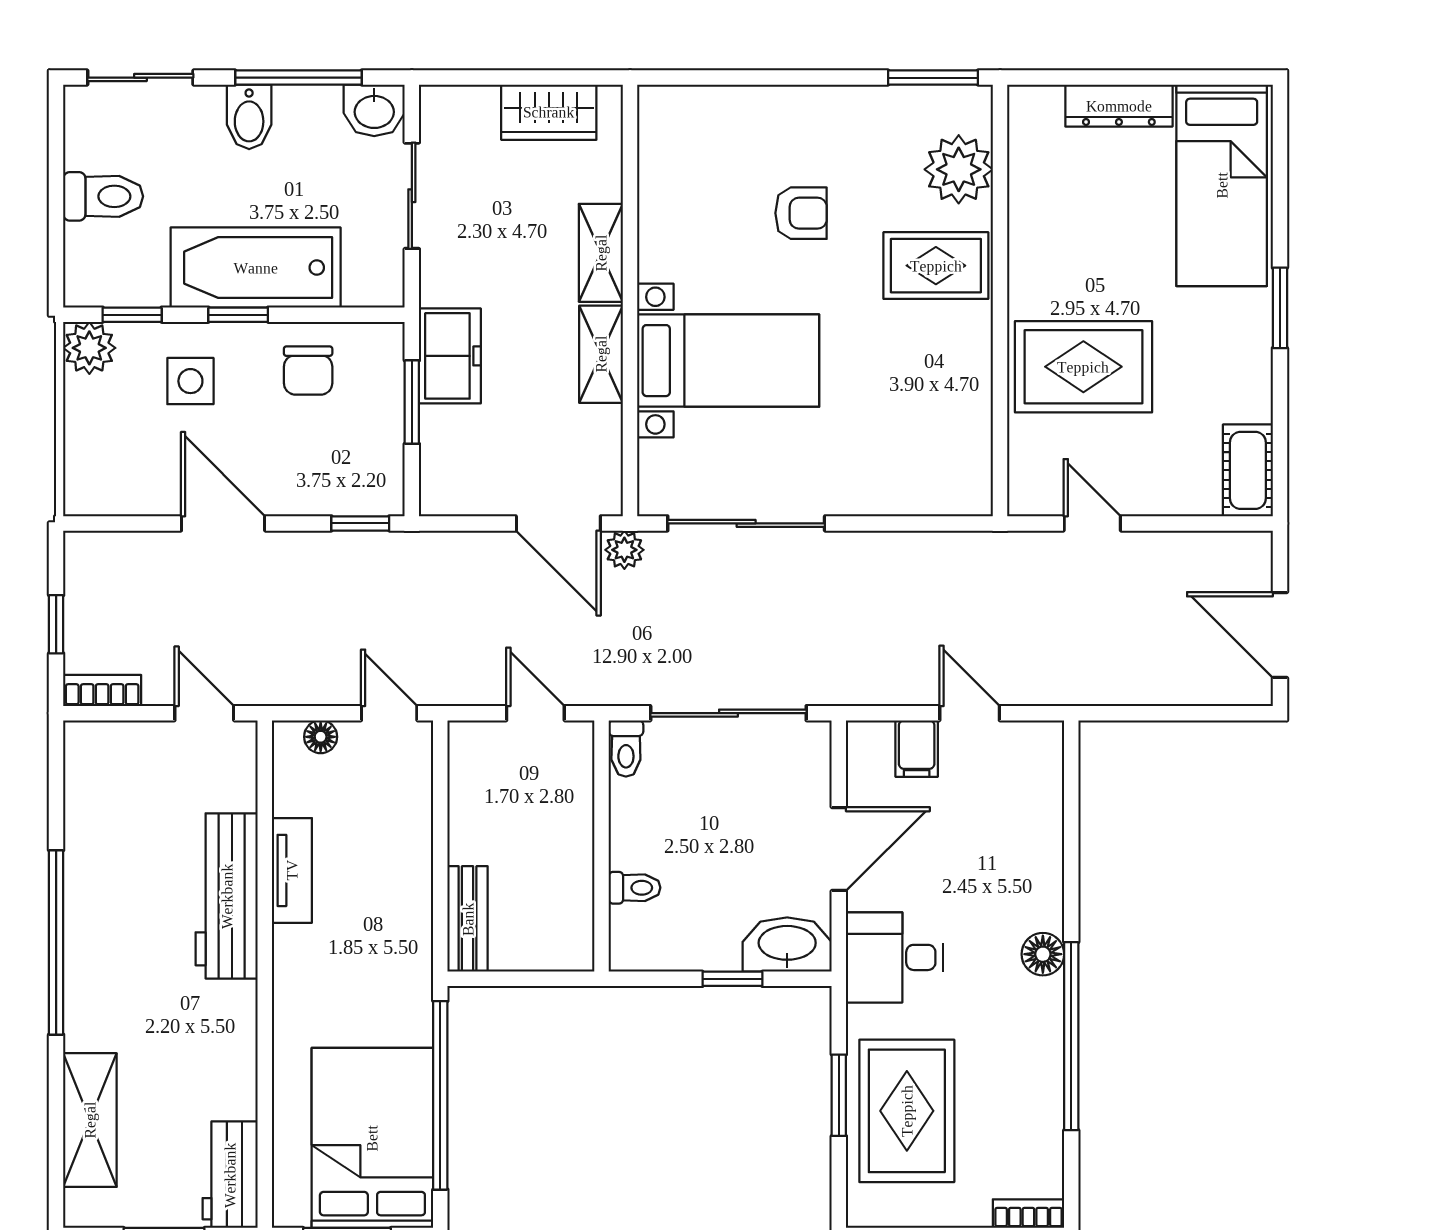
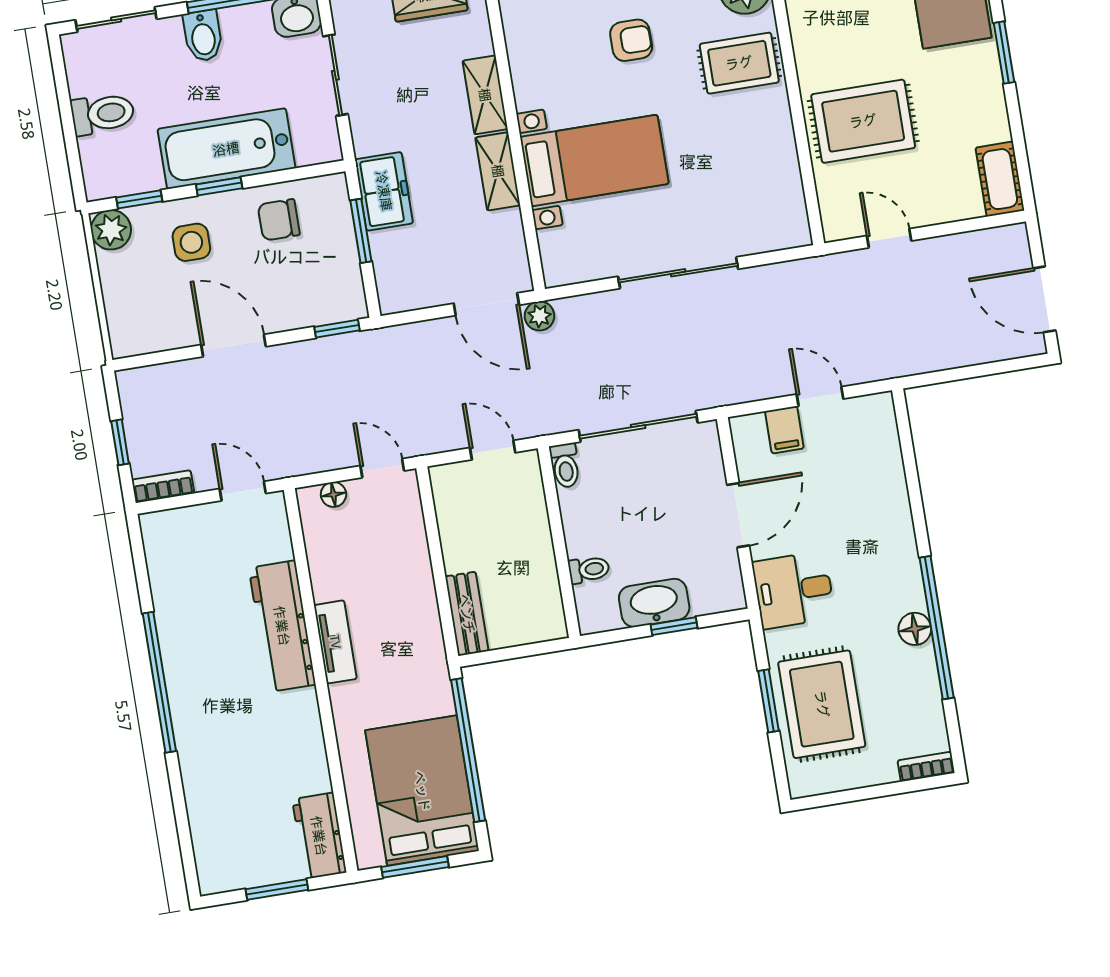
chair: (308, 371) -> (279, 220), turned 90
sliding door: (746, 523) -> (678, 273), moved
tv unit: (292, 870) -> (335, 642), moved
washbasin: (787, 944) -> (654, 603), moved
floor lamp: (1043, 954) -> (915, 629), moved
shelving: (90, 1120) -> (207, 812), removed

